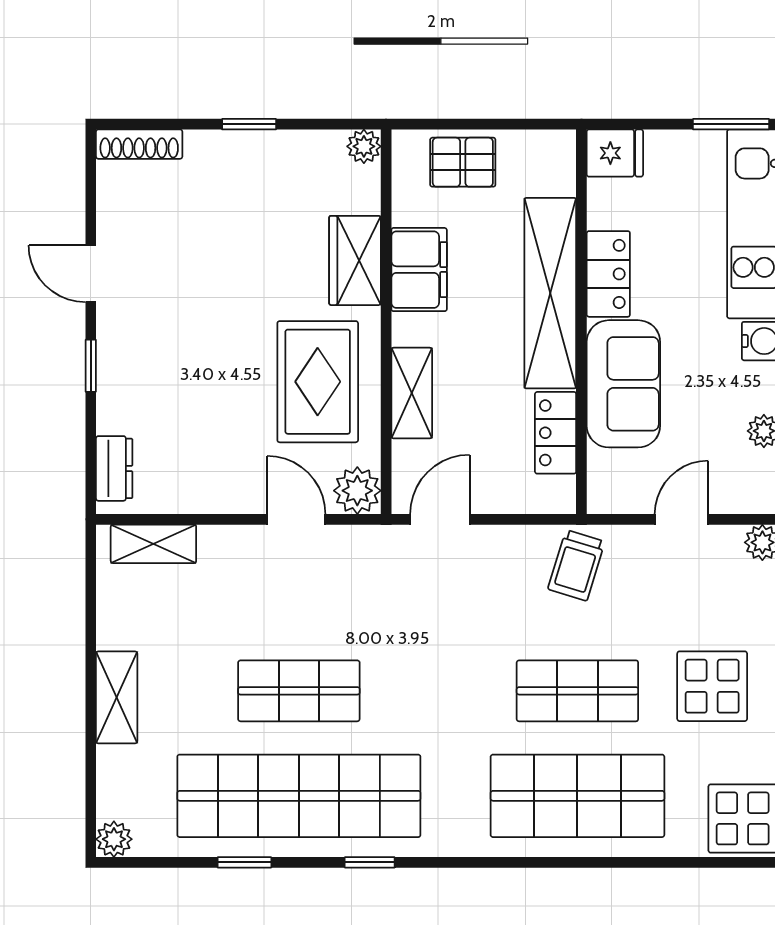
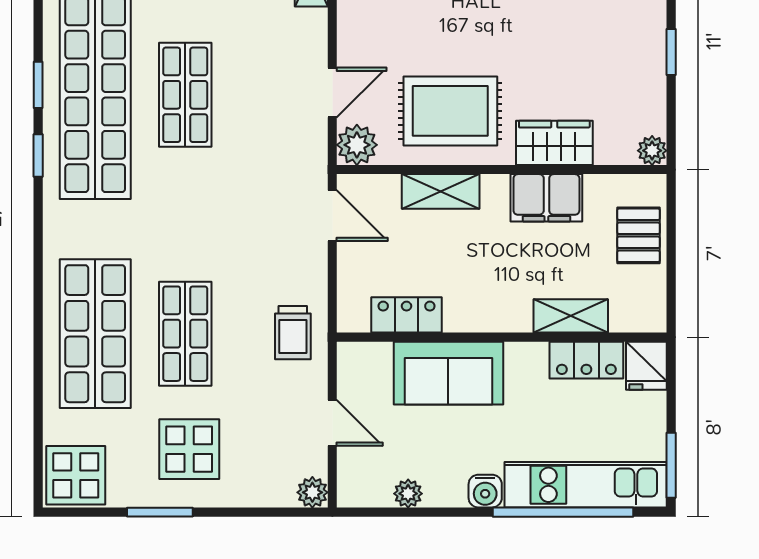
locker: (608, 274) -> (586, 360), moved
shelving: (550, 293) -> (571, 316), width x0.45, depth x0.75
trolley: (576, 565) -> (293, 333), turned -107
window: (244, 862) -> (38, 85), moved

